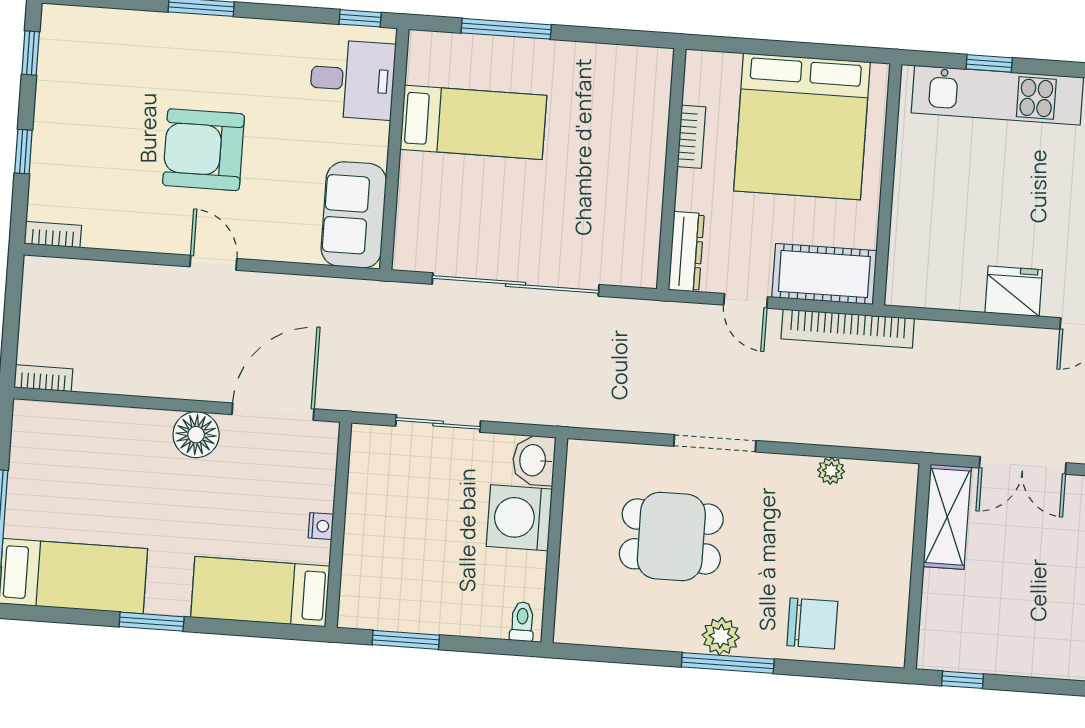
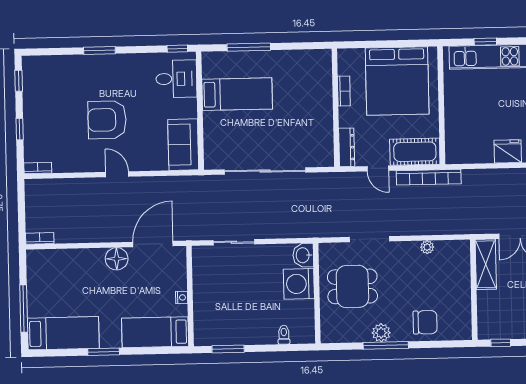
washbasin: (534, 460) -> (303, 255), moved
washing machine: (519, 518) -> (299, 284), moved
wall: (554, 540) -> (317, 293), moved

